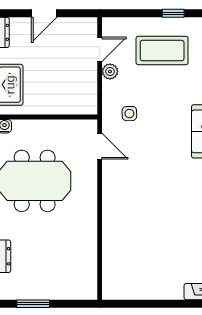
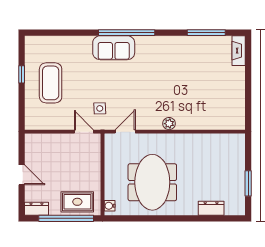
door: (100, 49) -> (84, 132), moved
plant: (110, 72) -> (169, 124), moved

